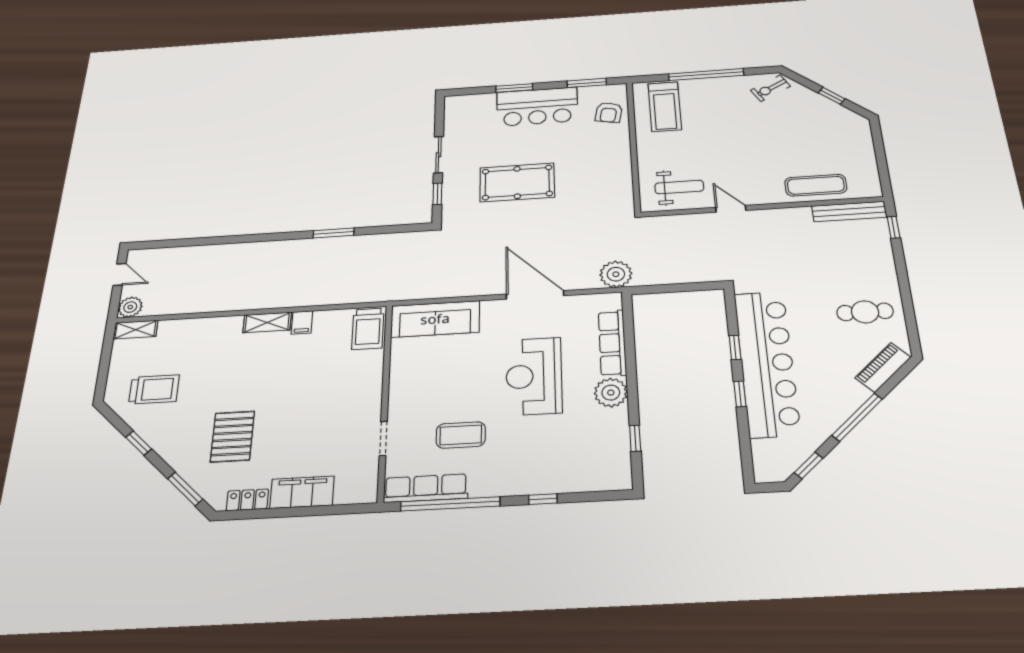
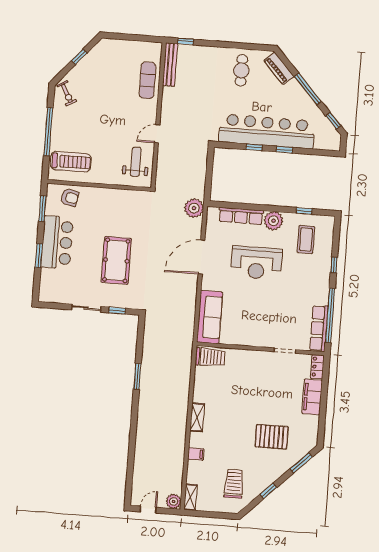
filing cabinet: (302, 322) -> (196, 454), moved
coffee table: (461, 435) -> (306, 239), moved
locker: (247, 500) -> (317, 367), moved

